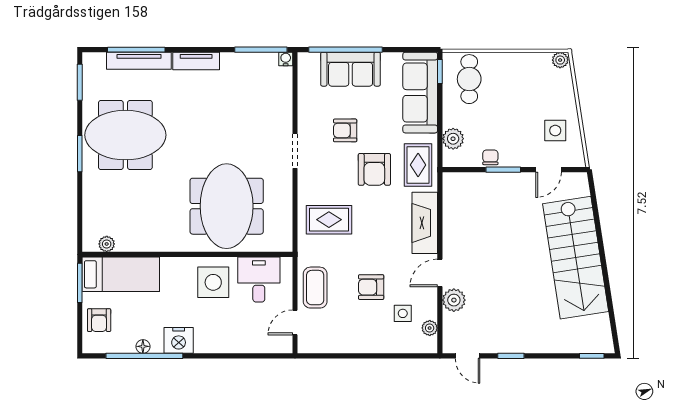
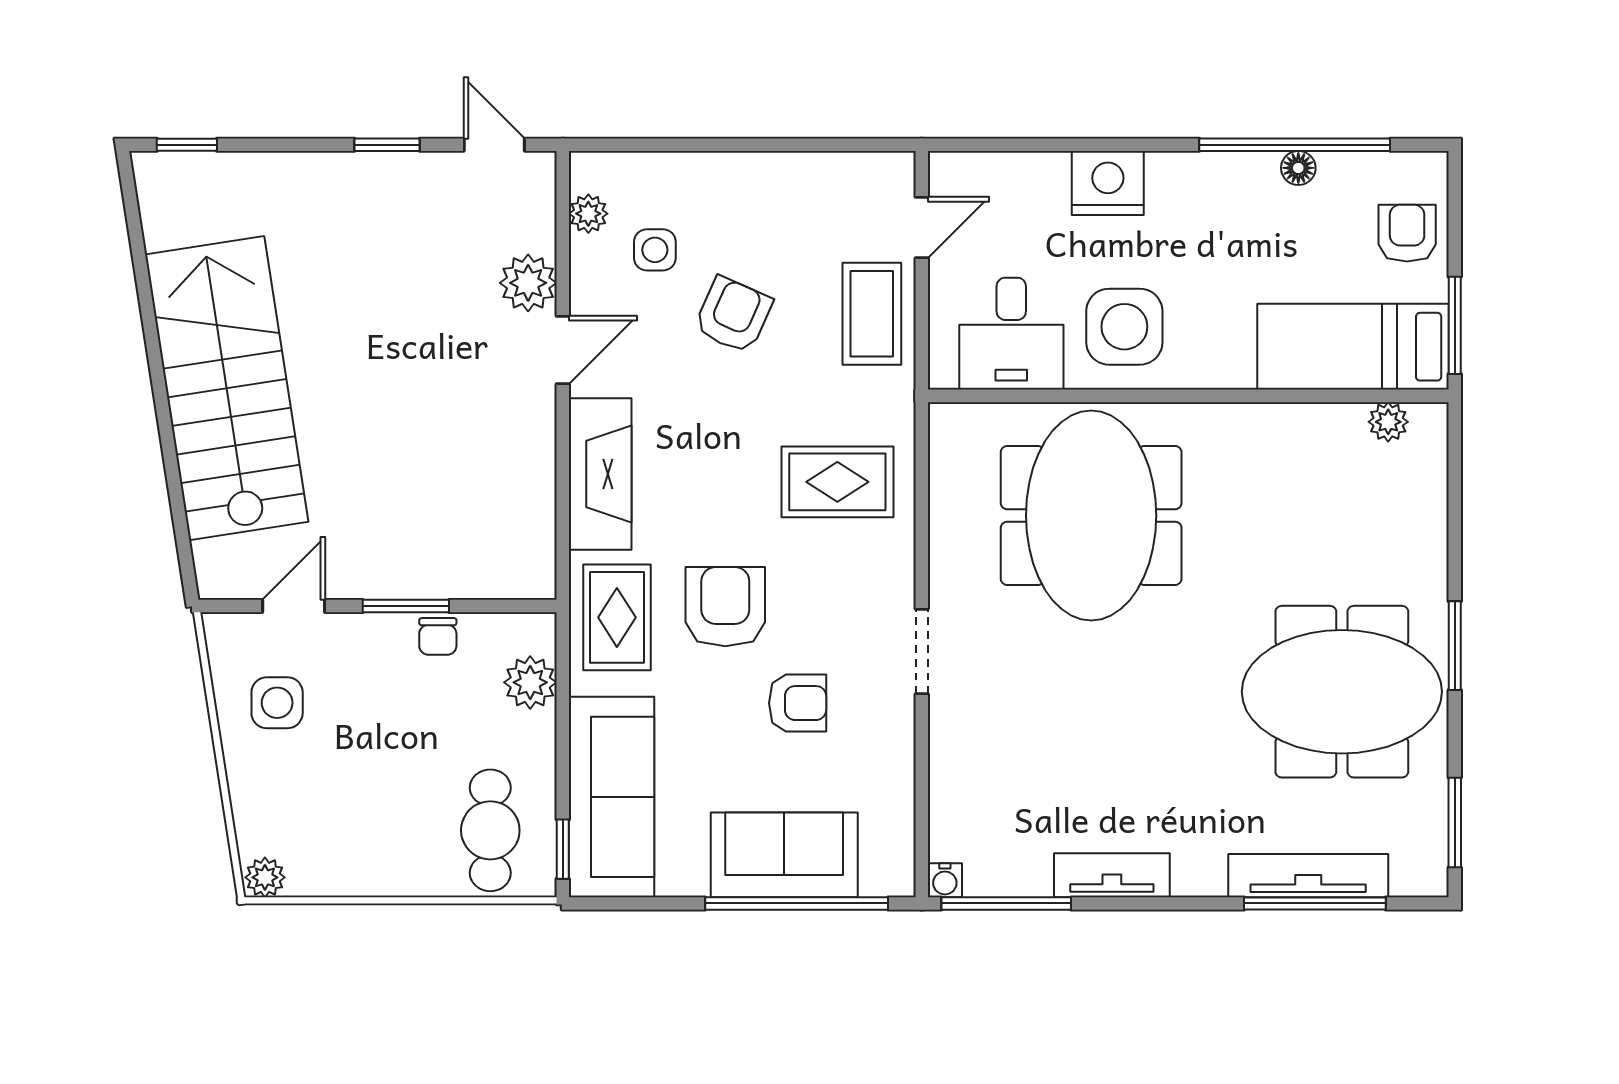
tv unit: (196, 61) -> (1112, 875), moved
armchair: (371, 287) -> (733, 315), turned -66
nightstand: (179, 340) -> (1108, 183), moved

